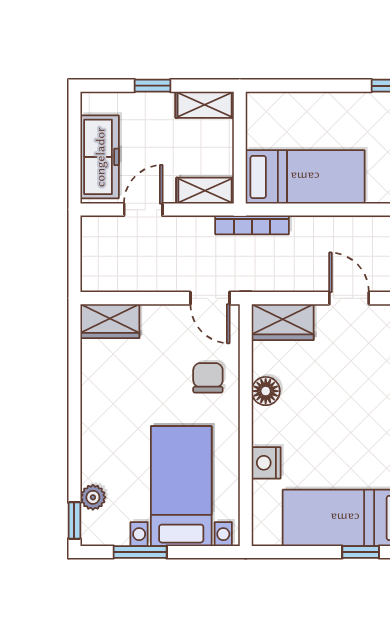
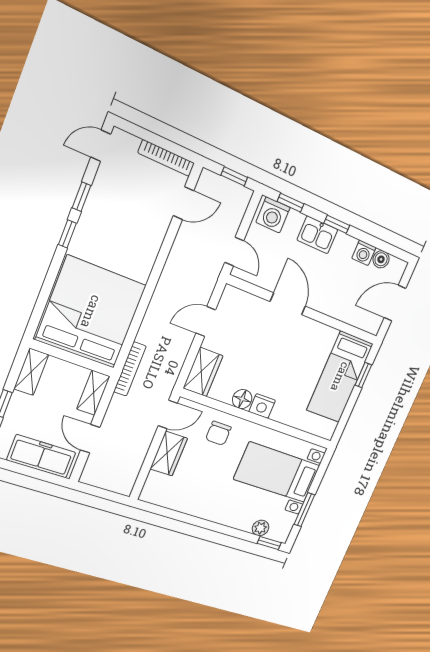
bed: (305, 177) -> (91, 312), width x2.04
wardrobe: (110, 321) -> (169, 454), moved
chair: (208, 378) -> (218, 433), turned -90
nightstand: (266, 463) -> (262, 406), moved

